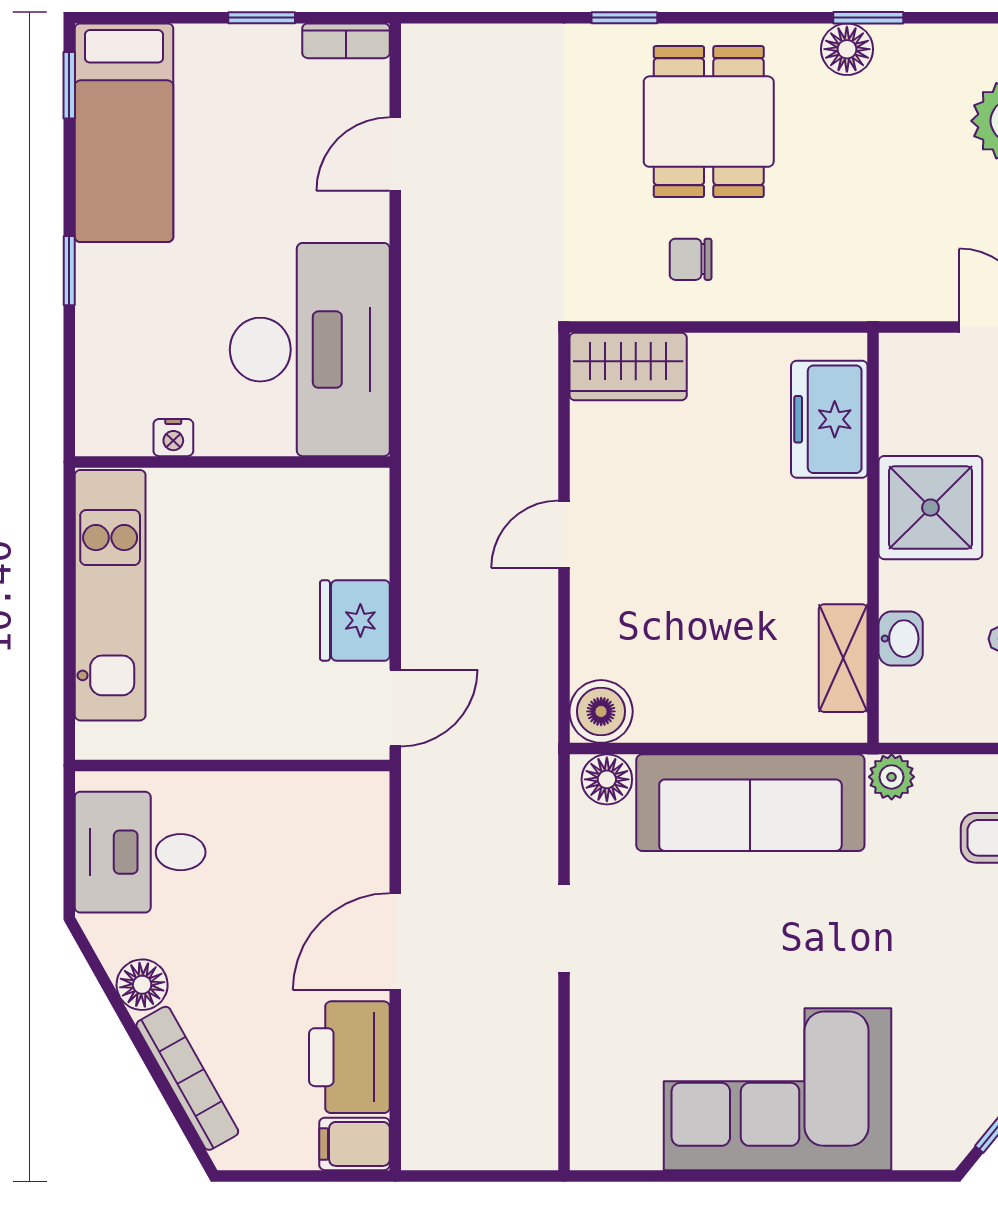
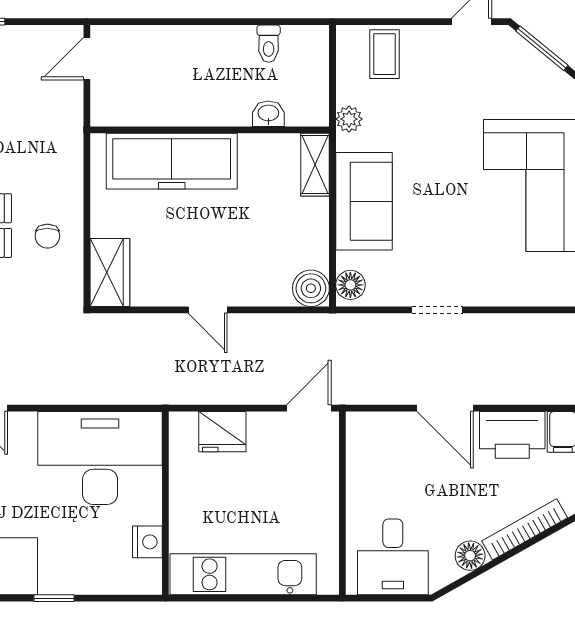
freezer: (829, 419) -> (172, 161), width x1.91, depth x1.26
nightstand: (173, 438) -> (147, 542), width x1.39, depth x1.35
shower: (930, 508) -> (192, 96), removed
fridge: (355, 620) -> (222, 432), moved
shelving: (843, 658) -> (315, 165), moved, turned 90
door: (395, 708) -> (309, 408), hinge flipped
sofa: (750, 803) -> (364, 201), width x0.73

